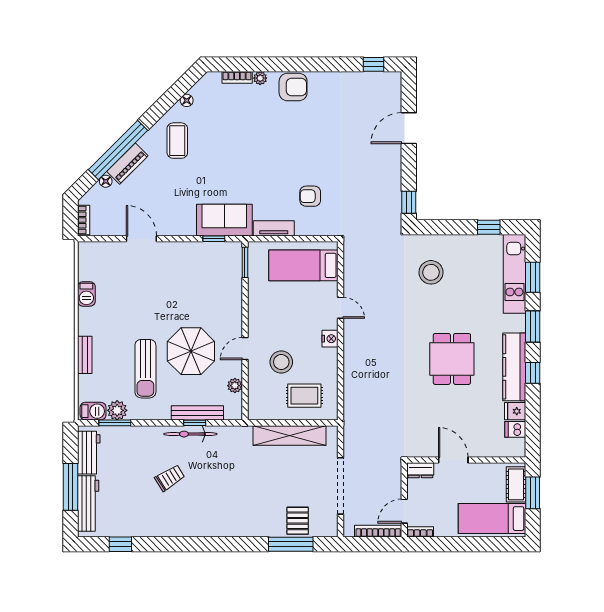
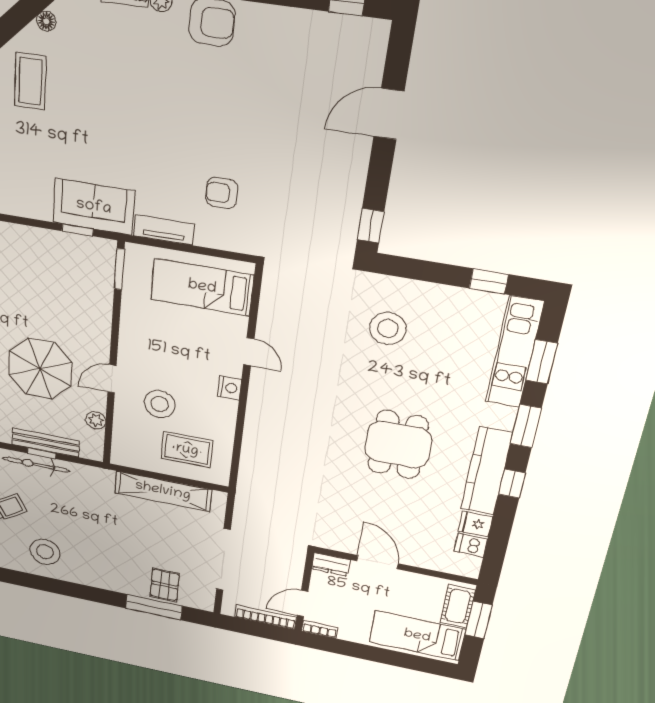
stool: (200, 513) -> (45, 552), added

